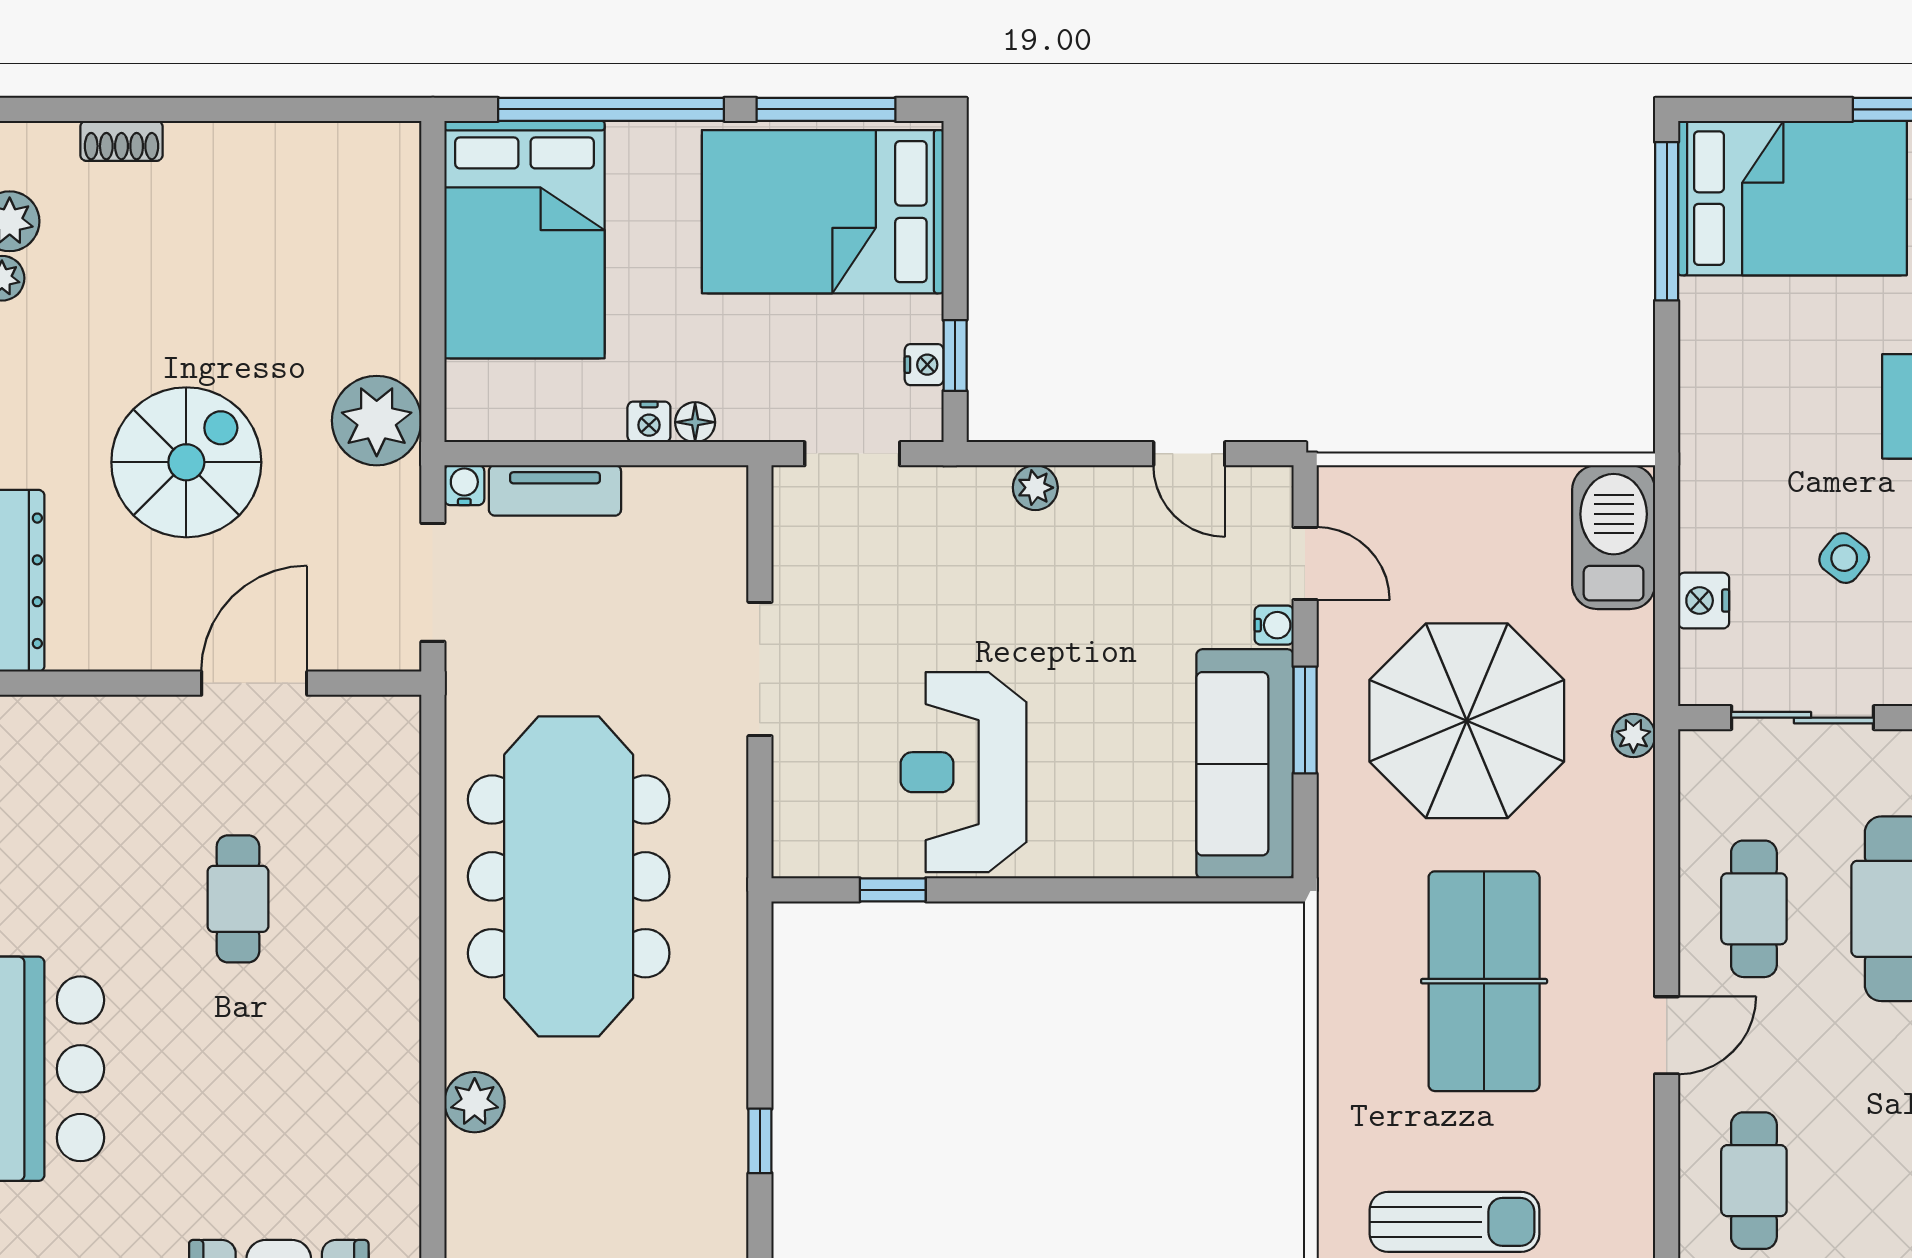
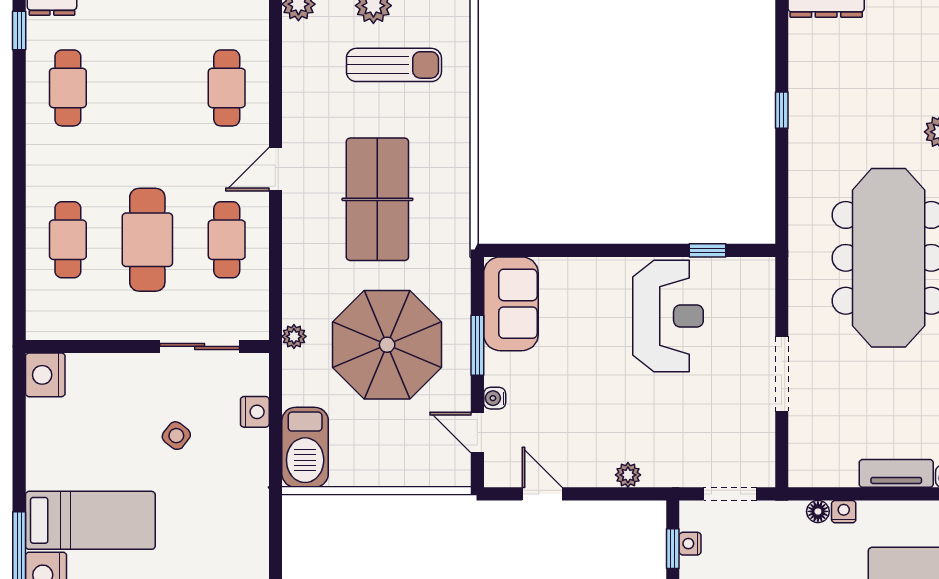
sofa: (1245, 764) -> (511, 304), width x0.73
sun lounger: (1455, 1222) -> (394, 65), turned 180

